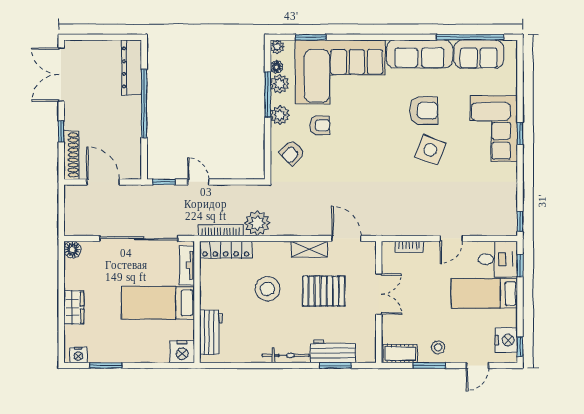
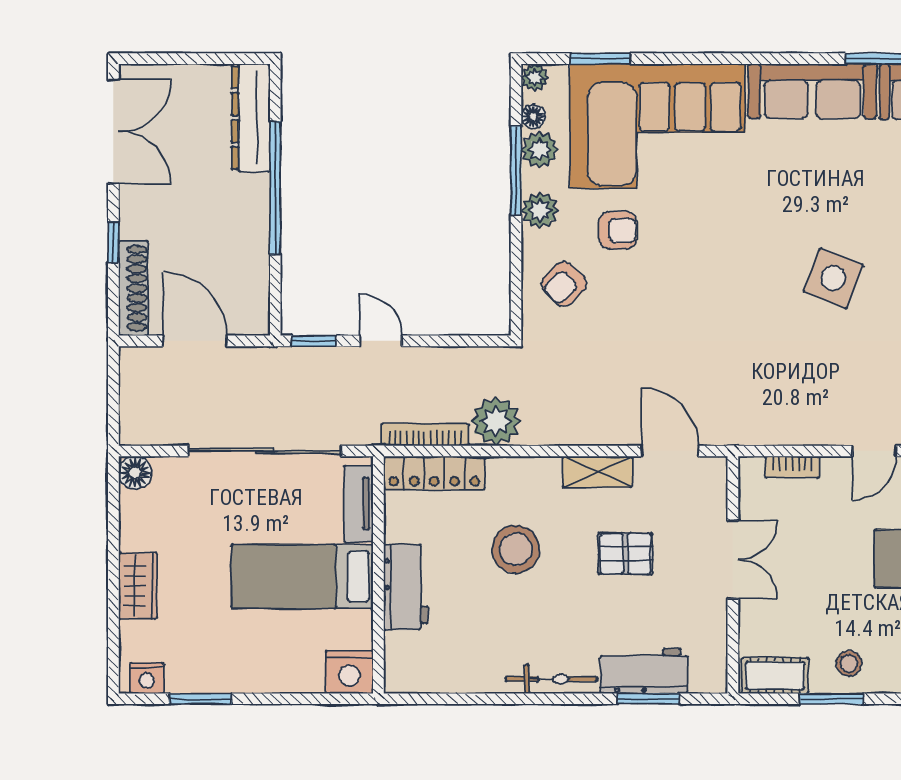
double door: (61, 75) -> (113, 132), swing flipped
armchair: (424, 111) -> (820, 202), removed
pallet: (324, 291) -> (625, 554), width x0.67, depth x0.71
workbench: (211, 332) -> (406, 587), moved

